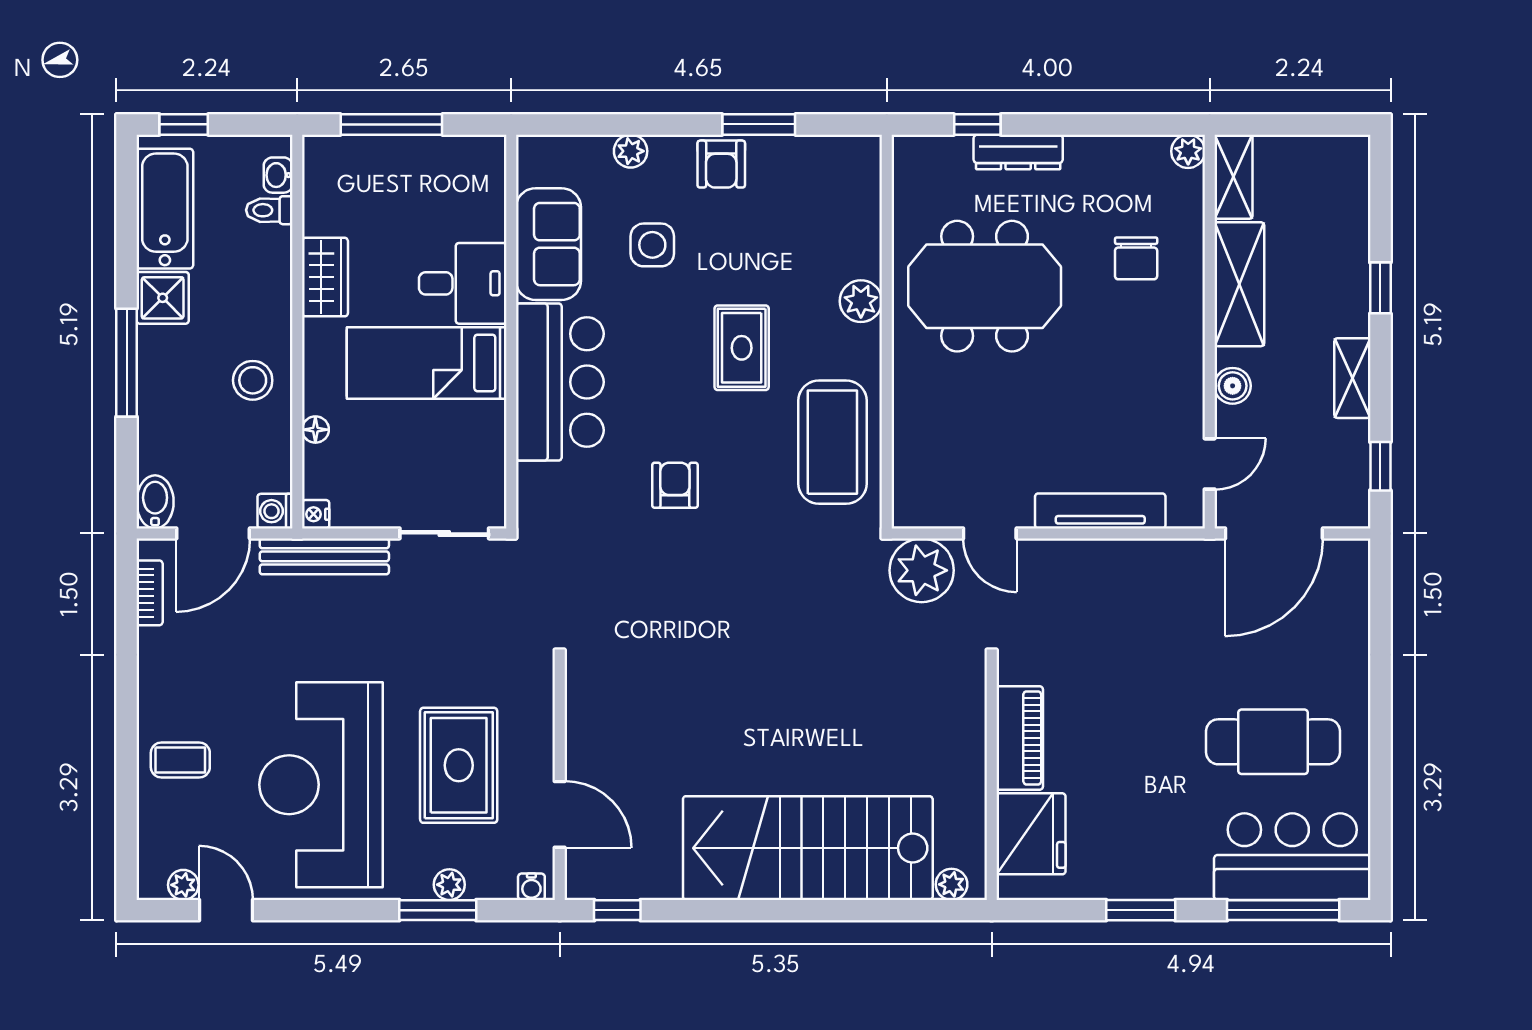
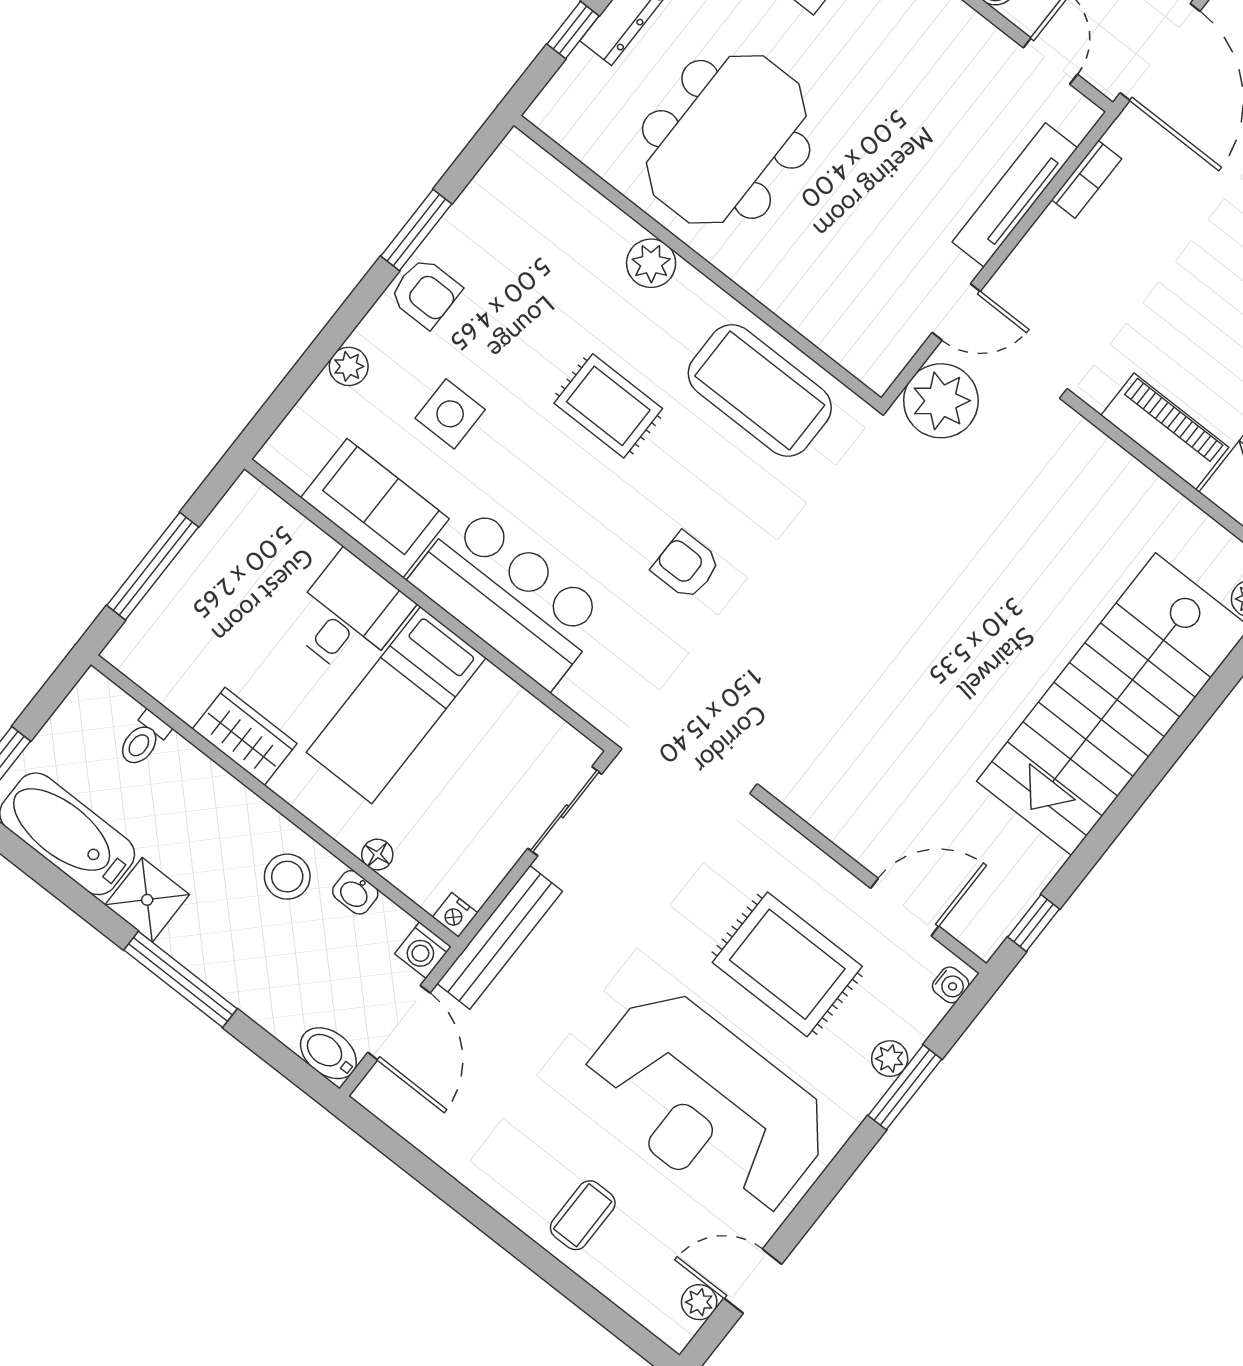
washbasin: (278, 175) -> (355, 892), moved
bookcase: (150, 593) -> (1087, 179), moved, turned 90

